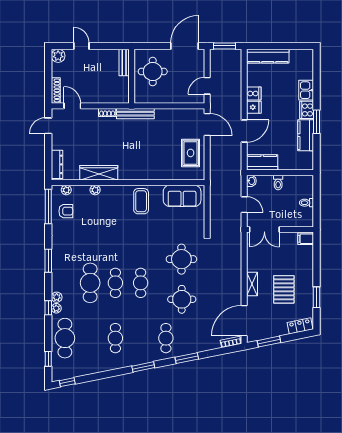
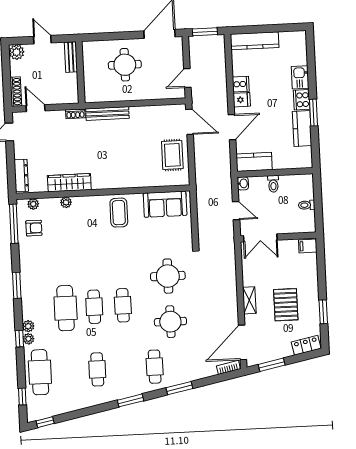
bench: (124, 62) -> (71, 57), moved
wall: (132, 76) -> (80, 72), moved

